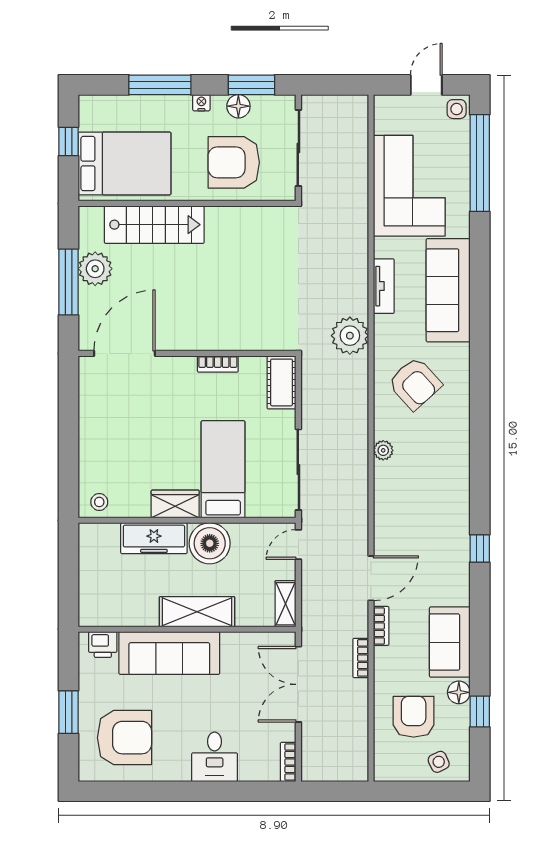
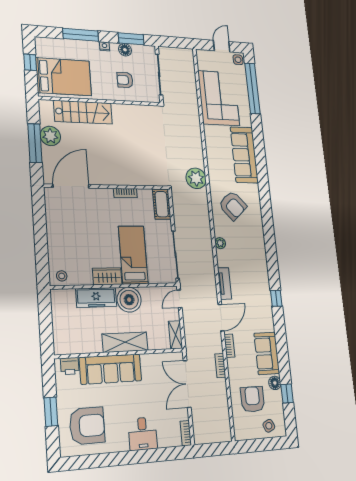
armchair: (234, 162) -> (125, 80), width x0.53, depth x0.53
tv unit: (384, 286) -> (225, 283), moved

